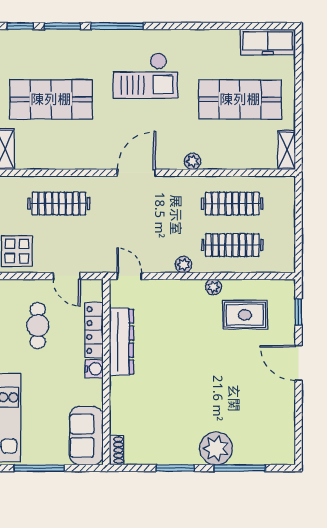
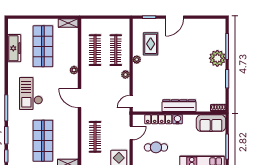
freezer: (268, 42) -> (14, 48), moved
checkout: (146, 76) -> (31, 94), turned 180
dresser: (121, 342) -> (179, 106), moved

